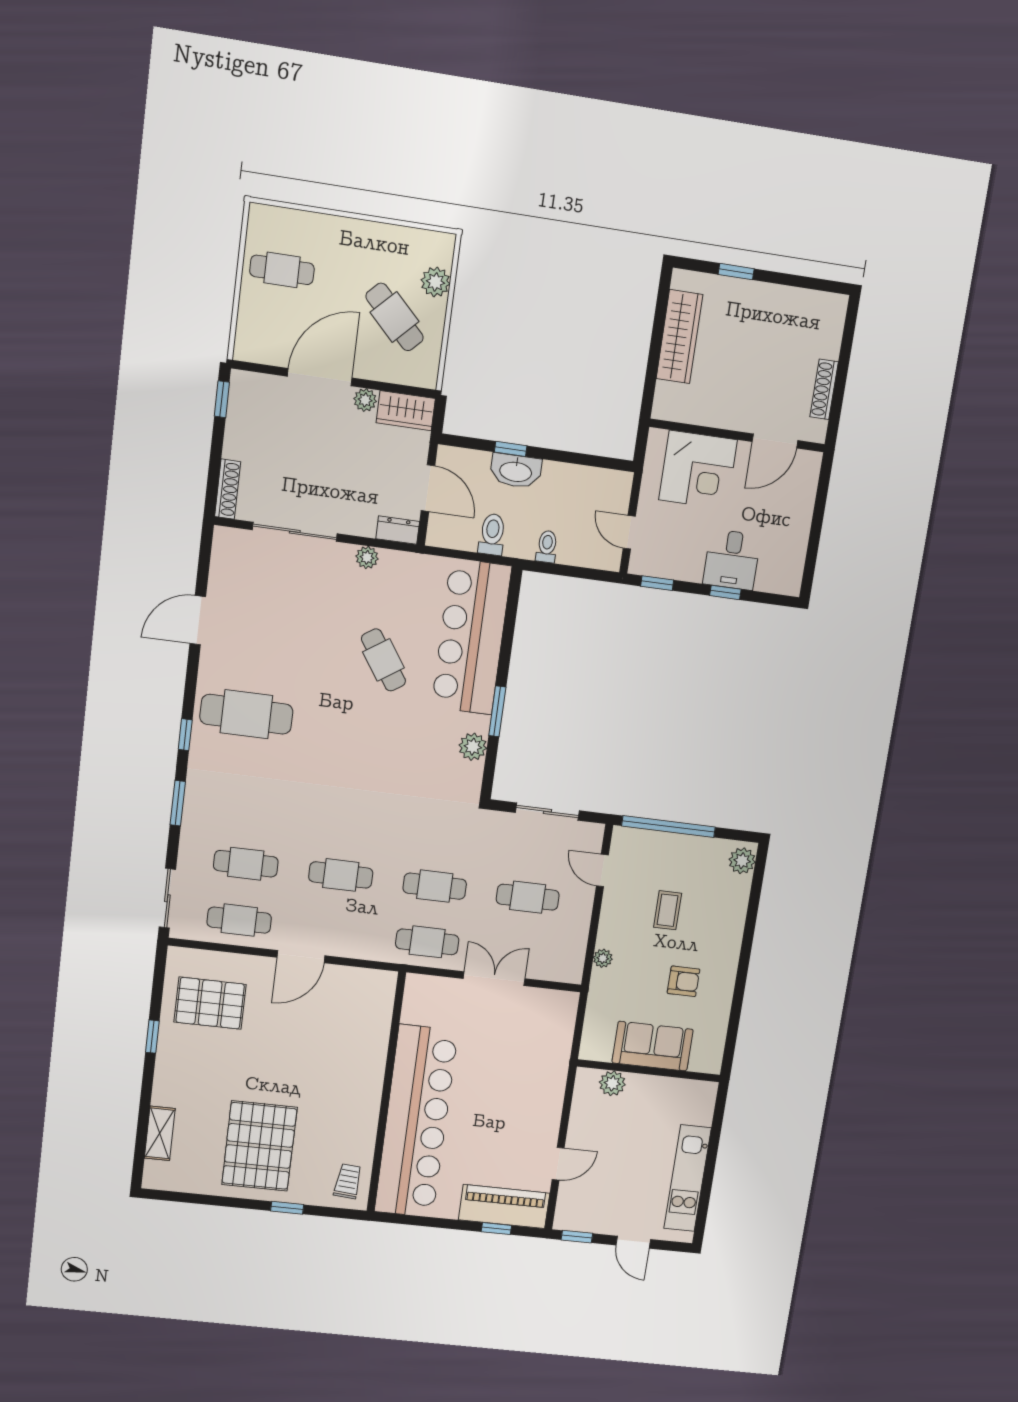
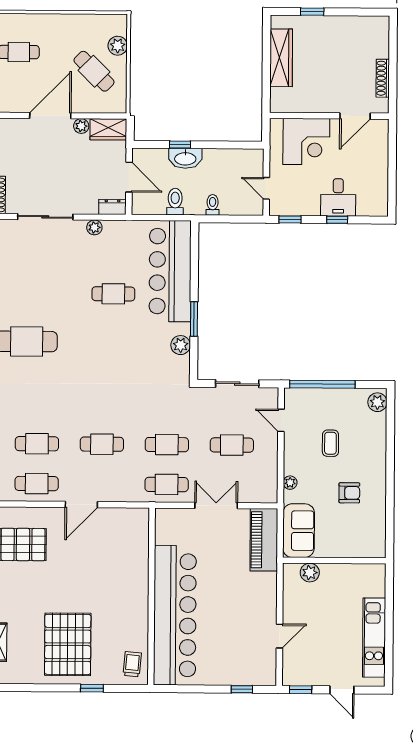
cafe table: (383, 660) -> (113, 294), turned -56
sofa: (653, 1046) -> (299, 531), moved, turned 90
piano: (504, 1206) -> (264, 540), moved, turned -90

